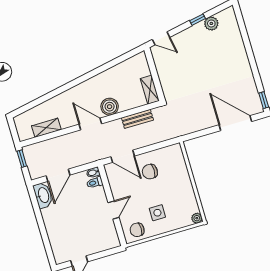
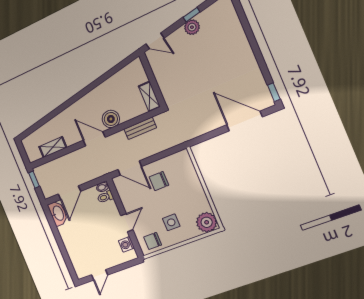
plant: (211, 23) -> (192, 27), moved
plant: (197, 218) -> (207, 222), width x1.88, depth x1.88
washing machine: (111, 232) -> (126, 244), added

